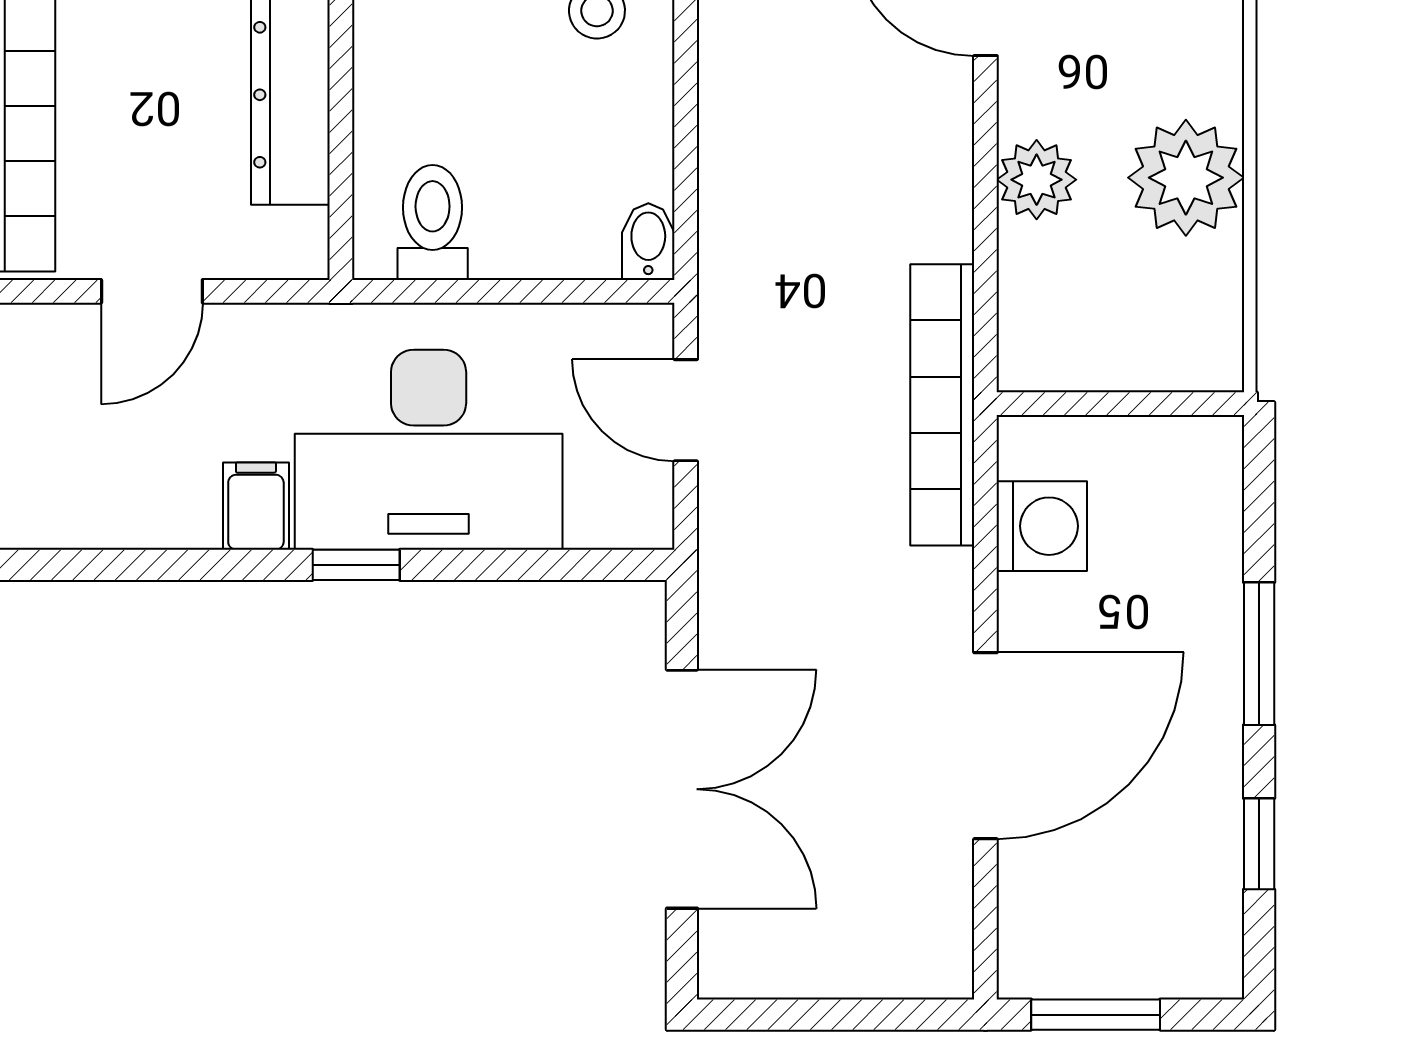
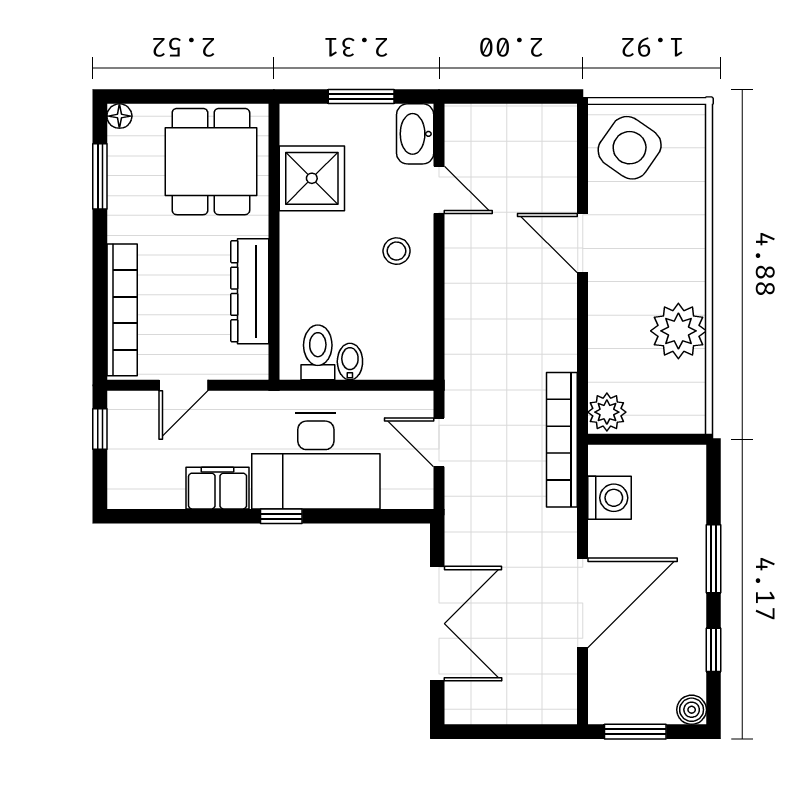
plant: (1037, 180) -> (607, 412), moved
bidet: (648, 242) -> (350, 362), moved
filing cabinet: (256, 506) -> (218, 488), width x2.00
boiler: (1213, 969) -> (692, 710), added

